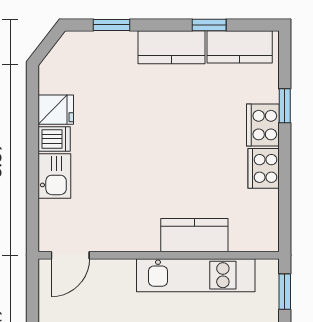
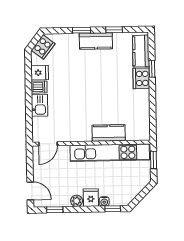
window: (112, 25) -> (81, 30), moved
kitchen counter: (240, 47) -> (141, 51), moved, turned 90
cooker: (264, 168) -> (43, 47), moved, turned -142
kitchen unit: (196, 275) -> (110, 153), width x1.36

